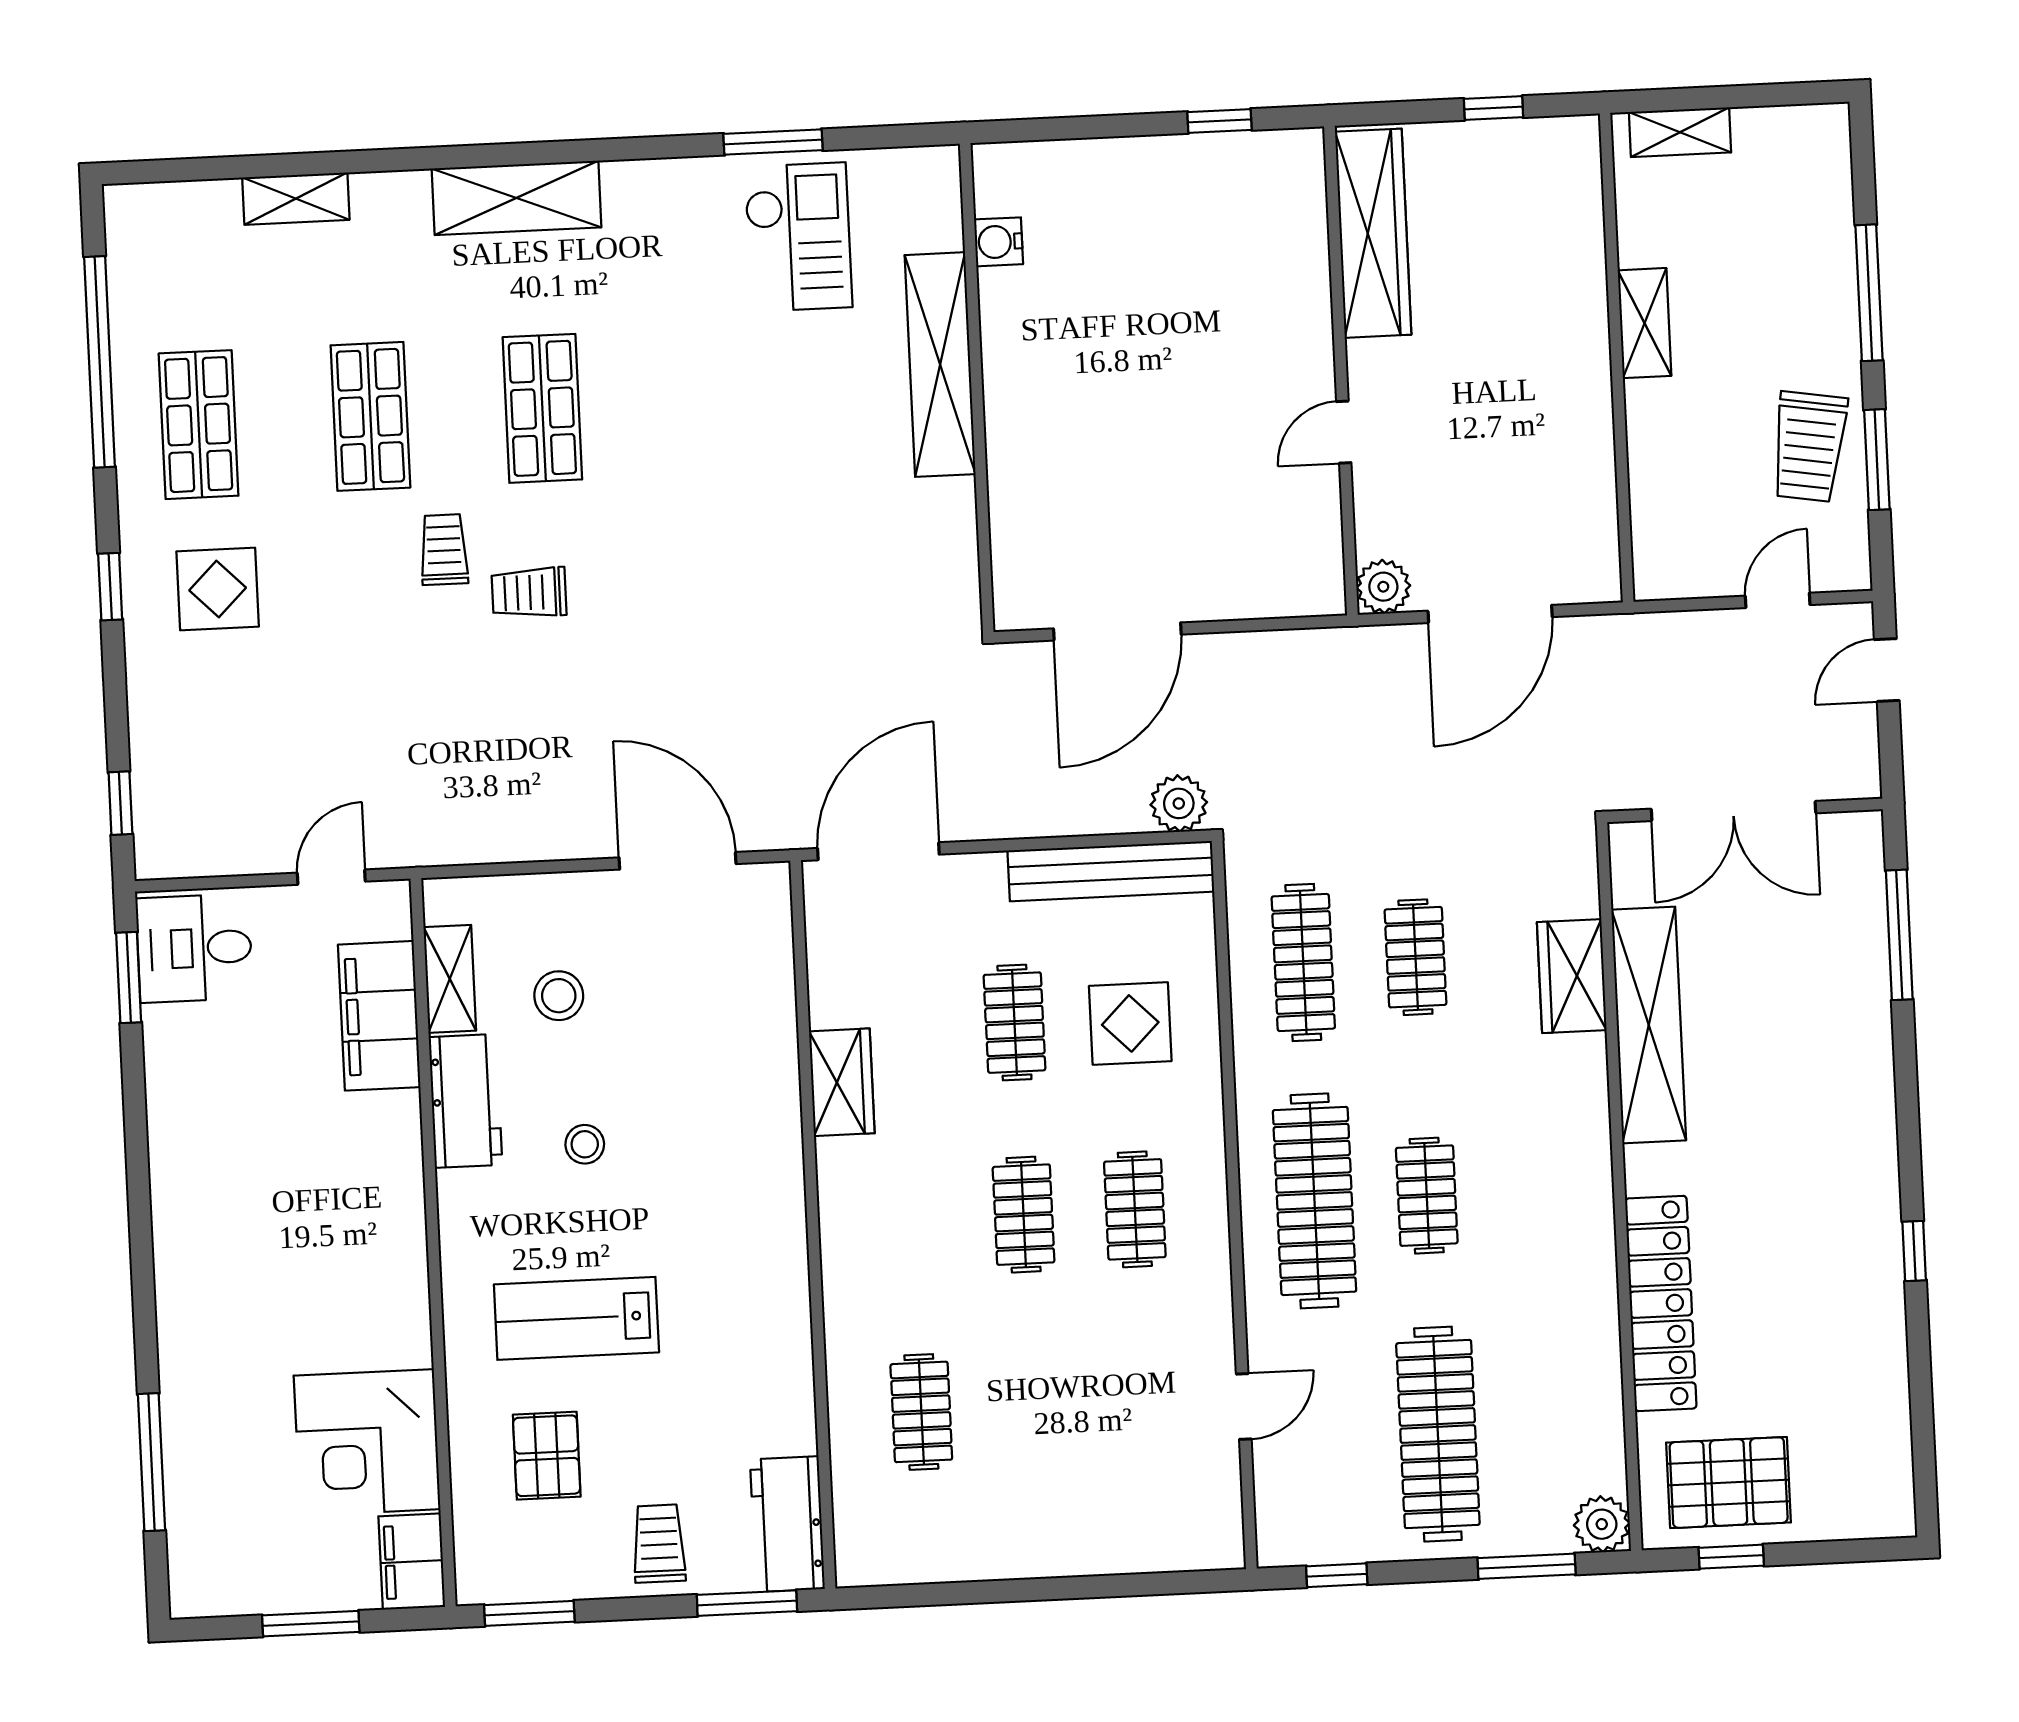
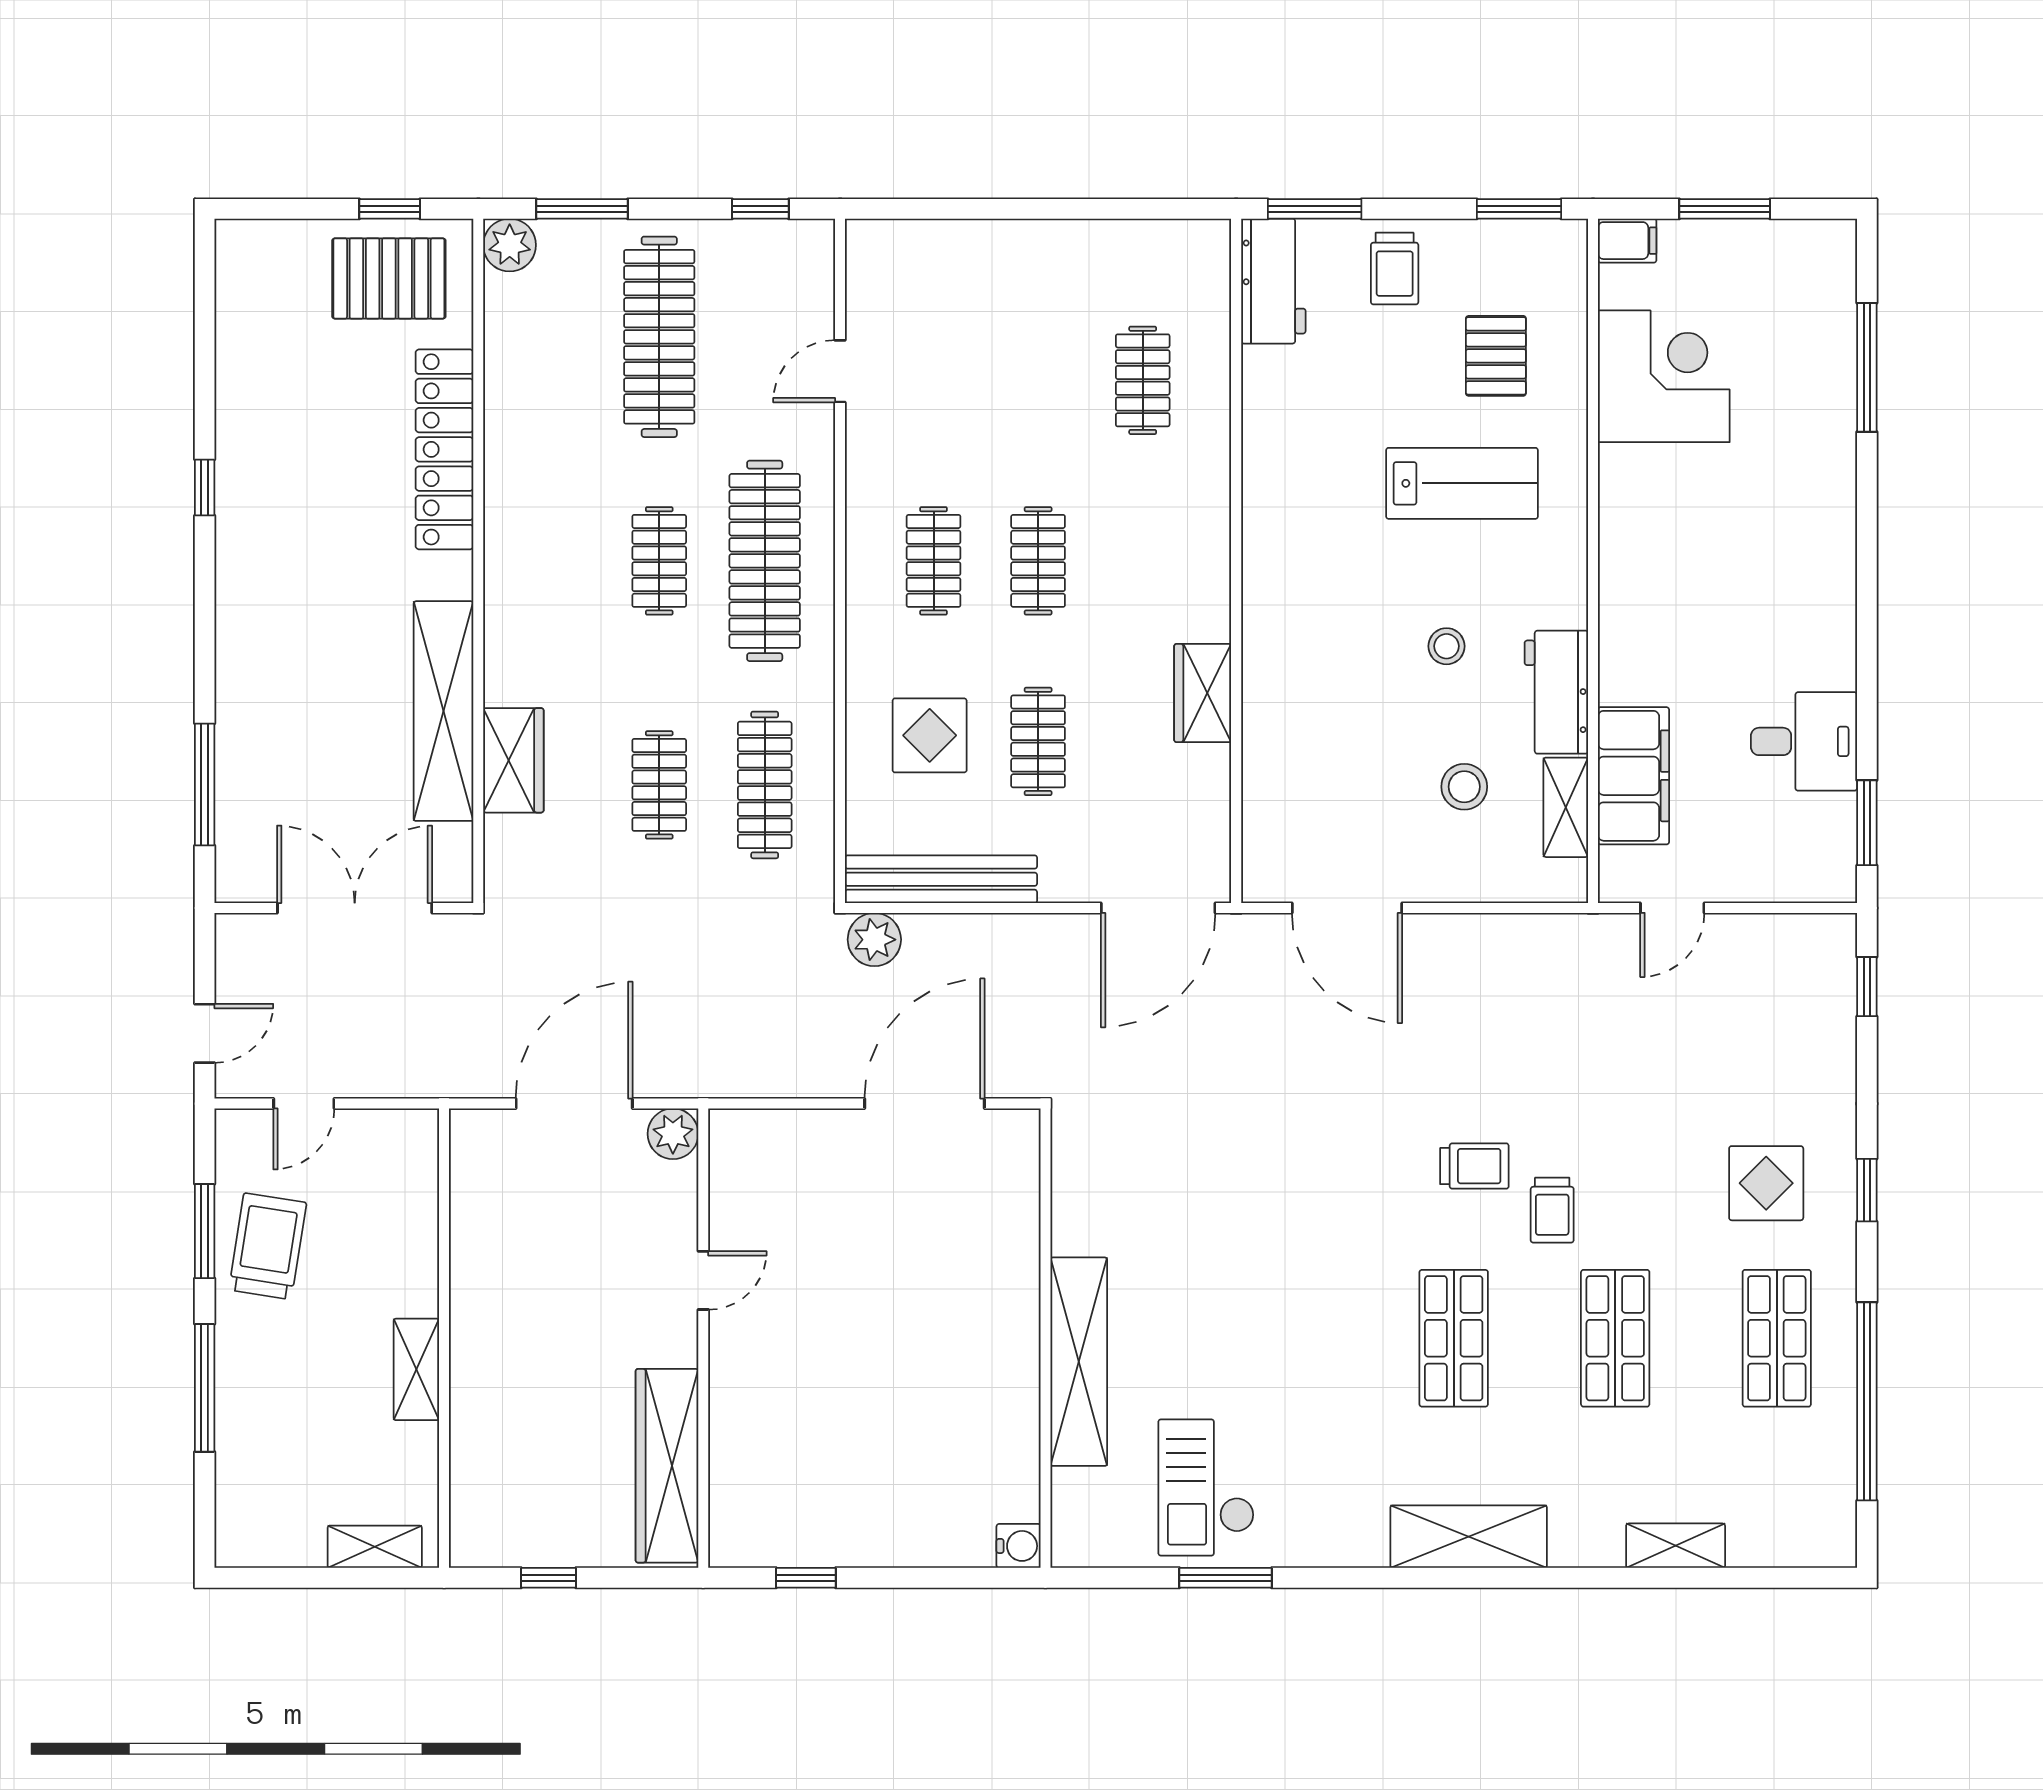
water cooler: (999, 242) -> (1019, 1546), moved
desk: (194, 948) -> (1804, 741), moved
filing cabinet: (412, 1562) -> (1627, 241), width x0.50

